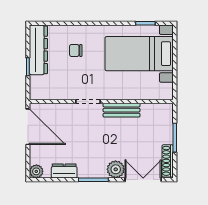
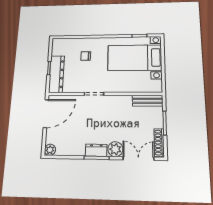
dresser: (38, 50) -> (56, 74), moved
bench: (122, 110) -> (147, 101), moved
door: (28, 127) -> (46, 113), hinge flipped
dresser: (64, 171) -> (96, 150), moved

